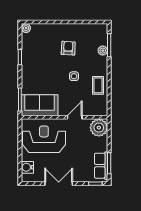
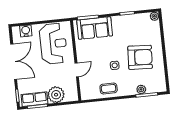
armchair: (68, 48) -> (140, 57), width x1.88, depth x1.88
sofa: (40, 105) -> (95, 28), moved, turned 90
door: (75, 117) -> (77, 70), hinge flipped
plant: (99, 128) -> (56, 95), moved
double door: (59, 184) -> (14, 62), width x1.37

